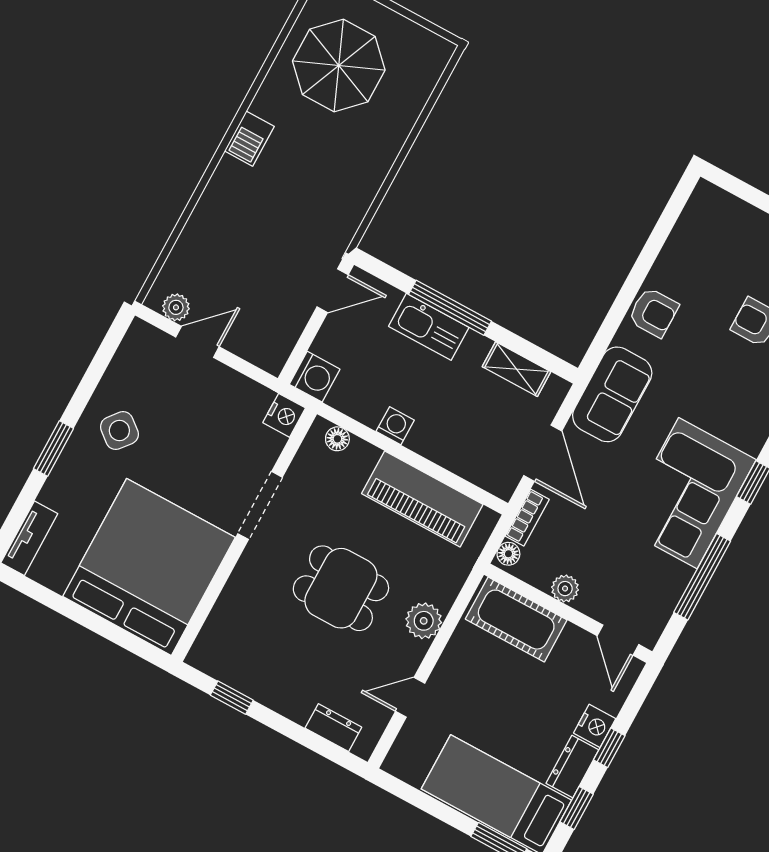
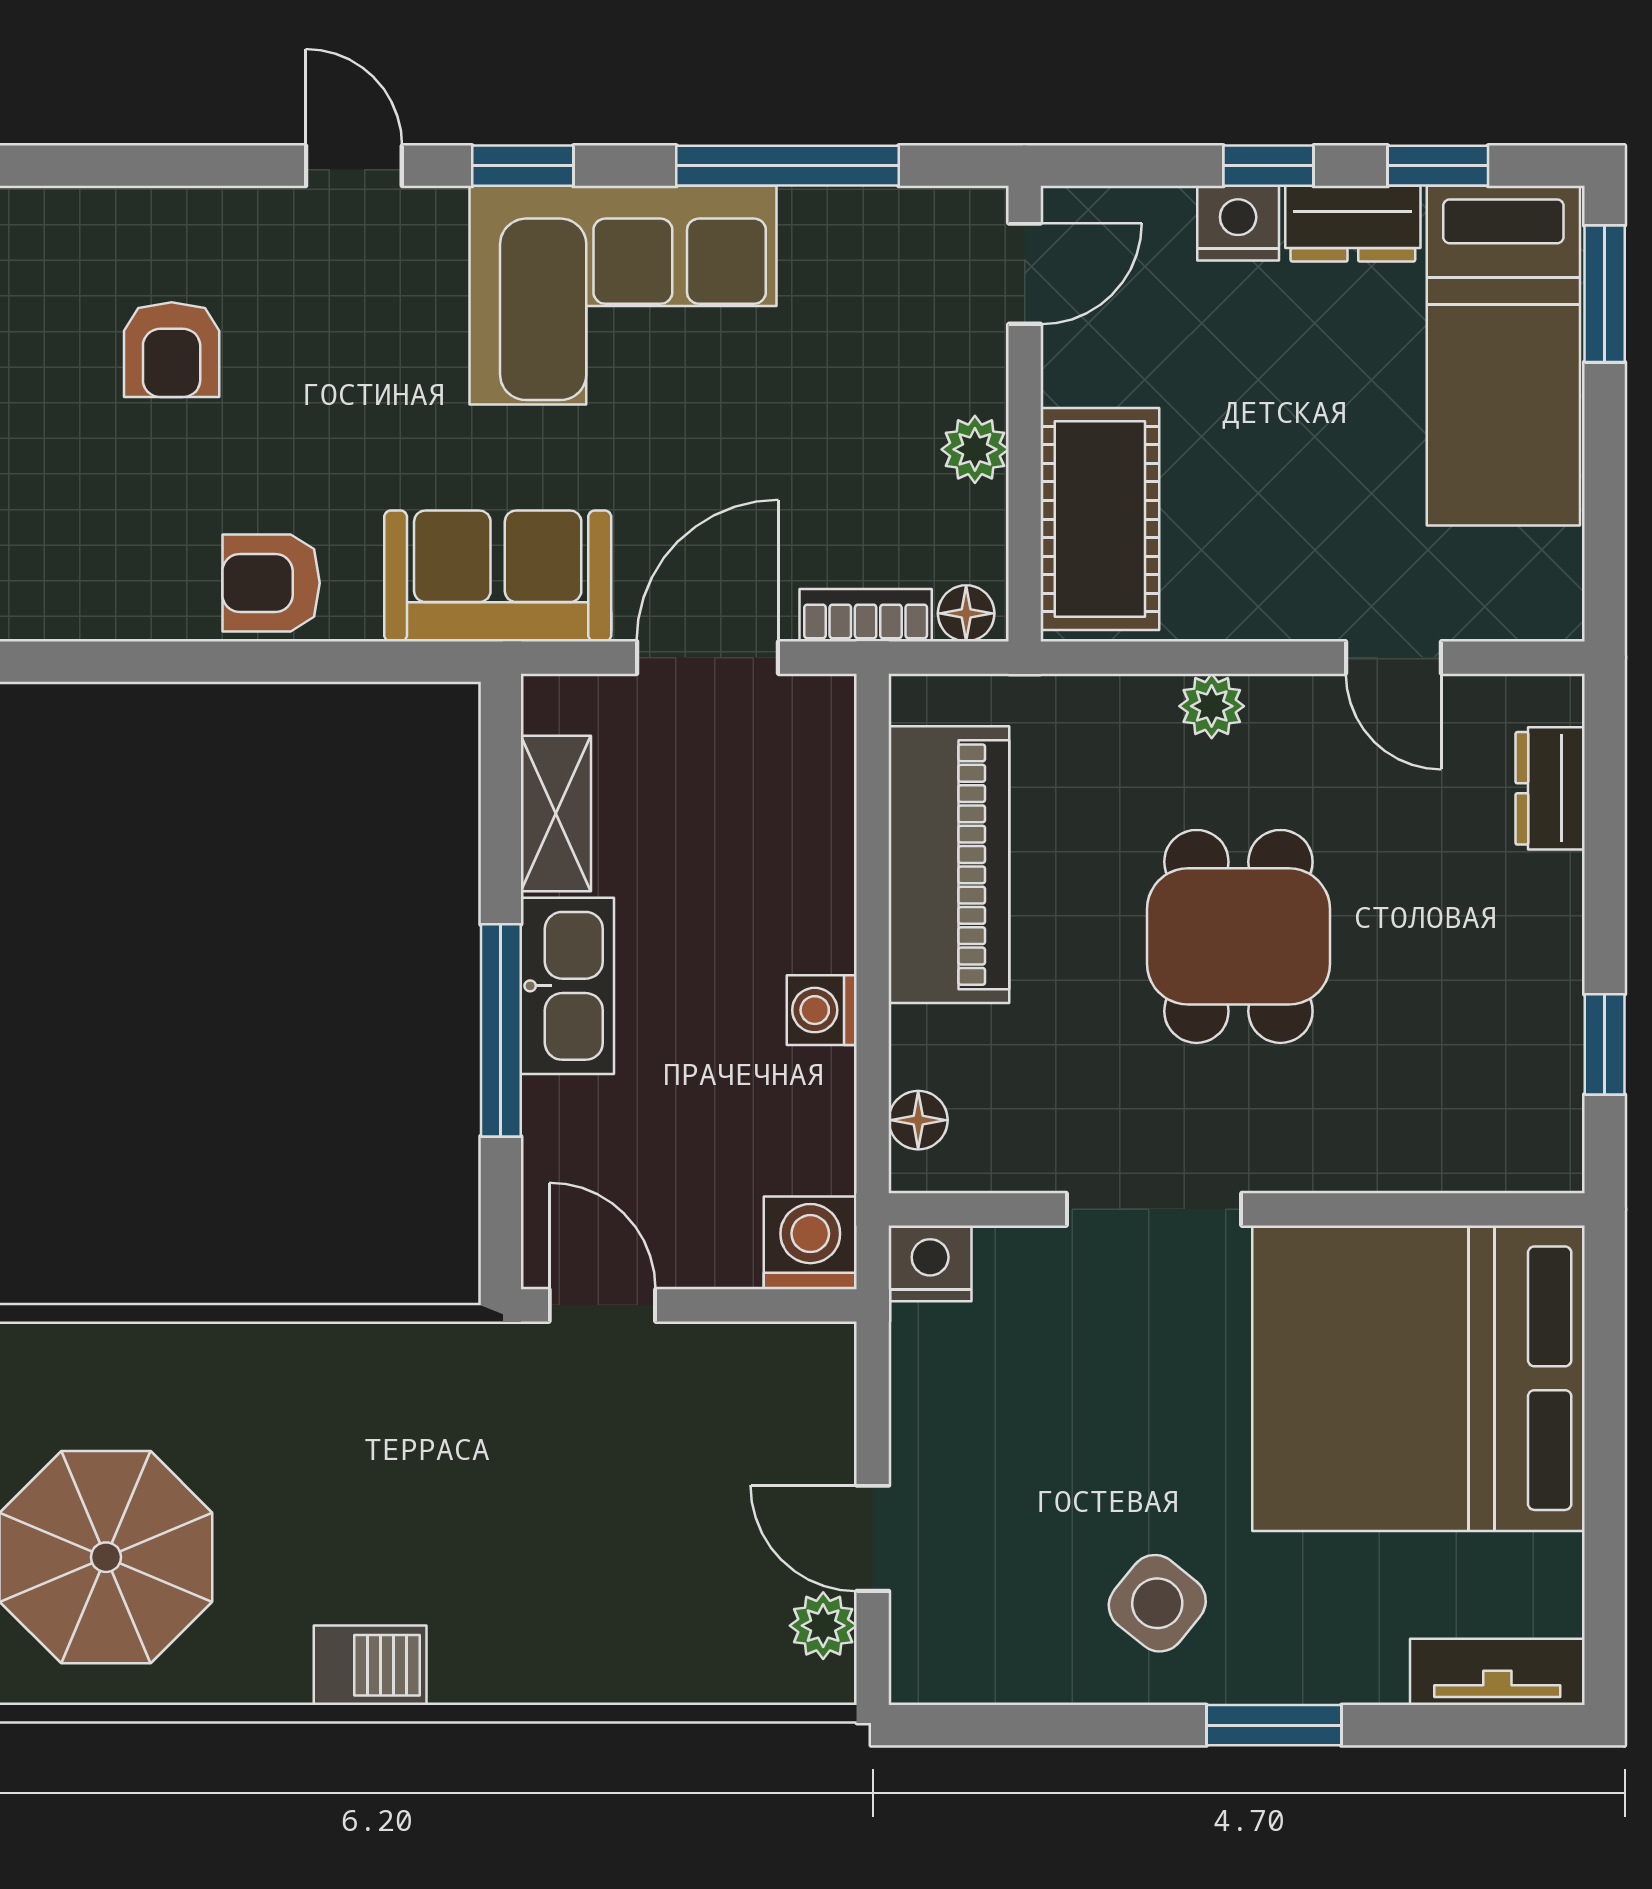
armchair: (653, 312) -> (271, 583), turned -90
kitchen sink: (429, 327) -> (567, 986), moved
plant: (424, 621) -> (1212, 706), width x0.73, depth x0.73

